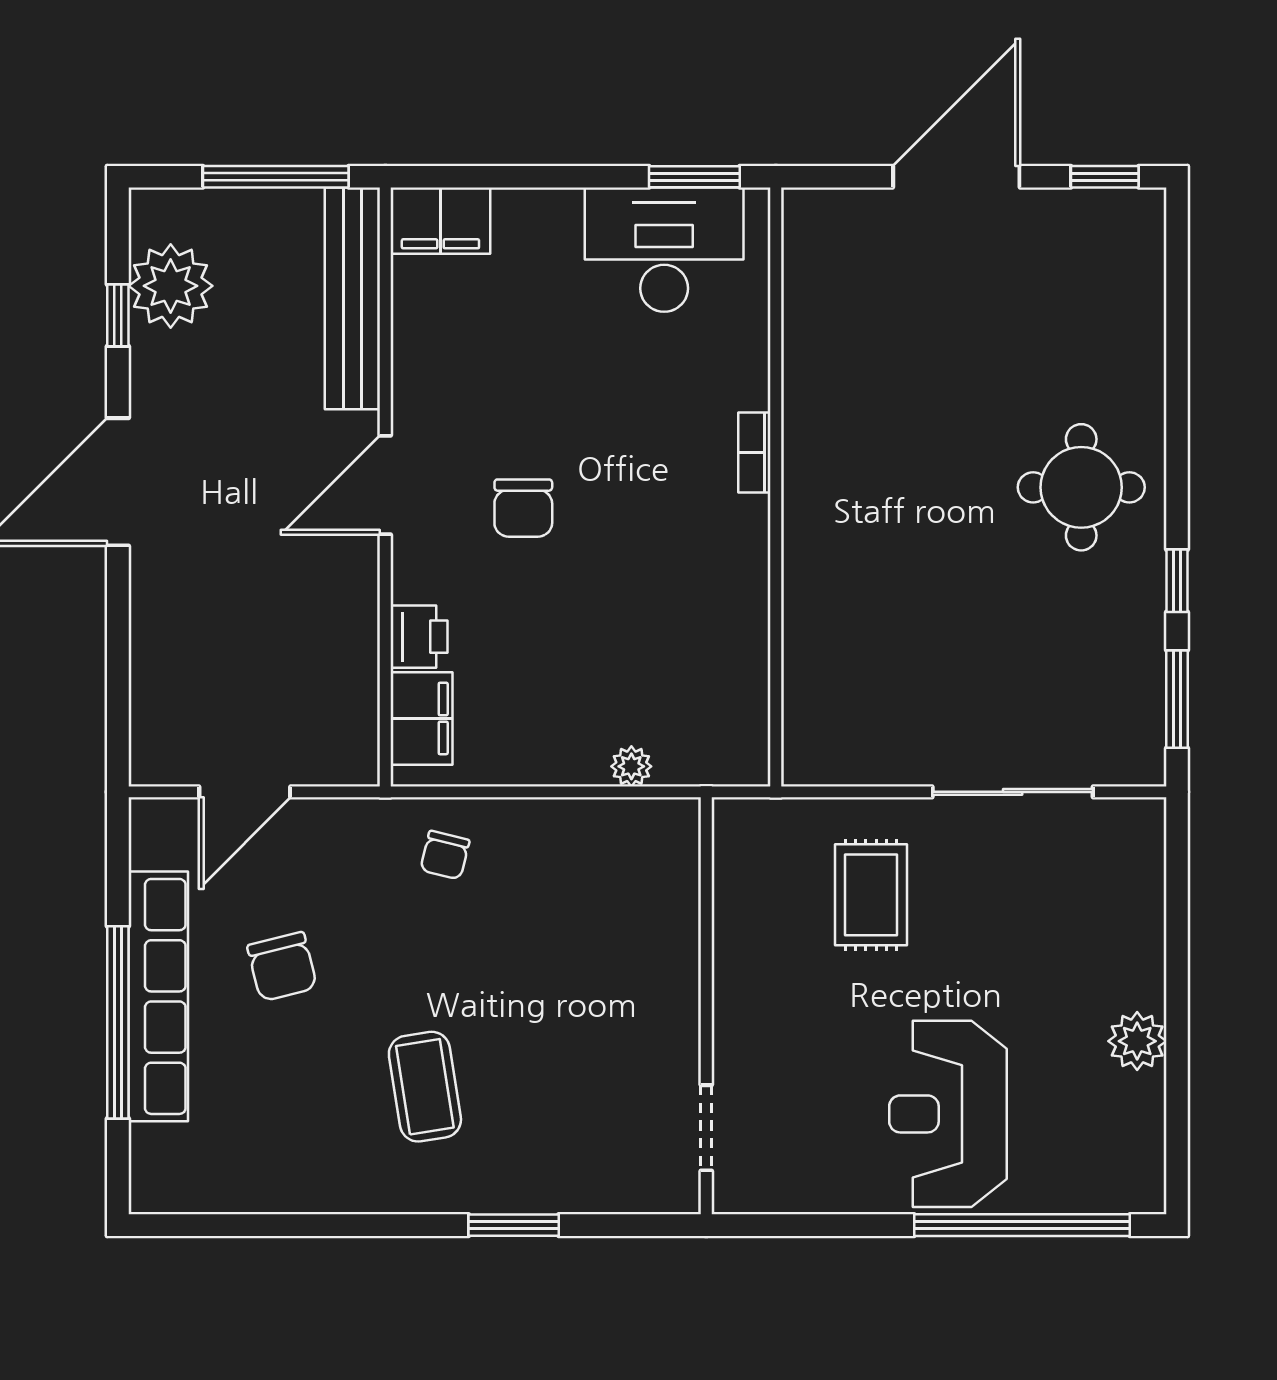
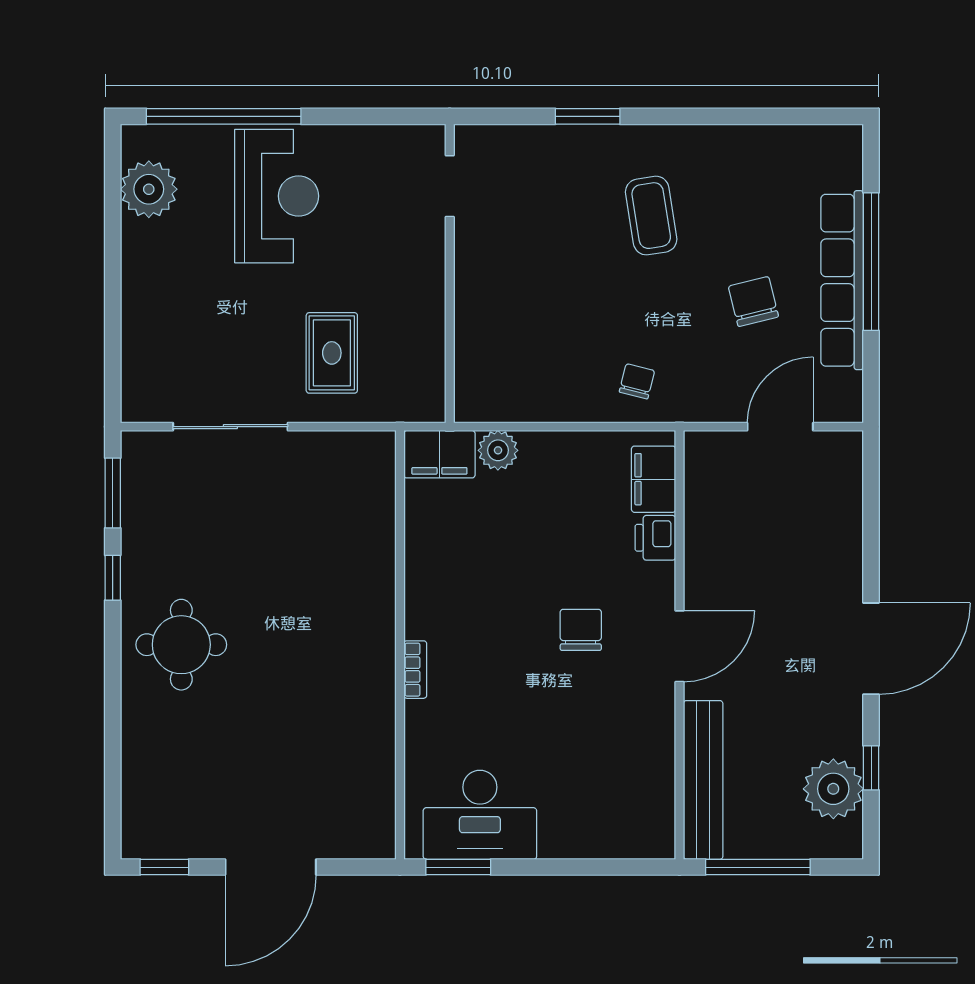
filing cabinet: (440, 221) -> (439, 454), moved, turned 180
plant: (631, 766) -> (498, 450), width x1.38, depth x1.38
plant: (1137, 1041) -> (149, 189), moved, width x1.36, depth x1.36

